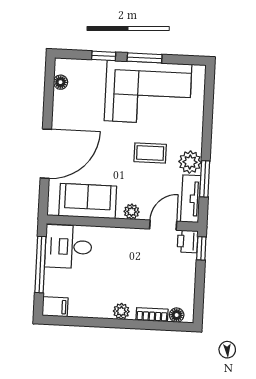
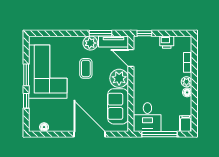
plant: (132, 212) -> (119, 78), width x1.88, depth x1.88
printer: (188, 241) -> (167, 42), moved
floor lamp: (177, 315) -> (187, 92), moved

